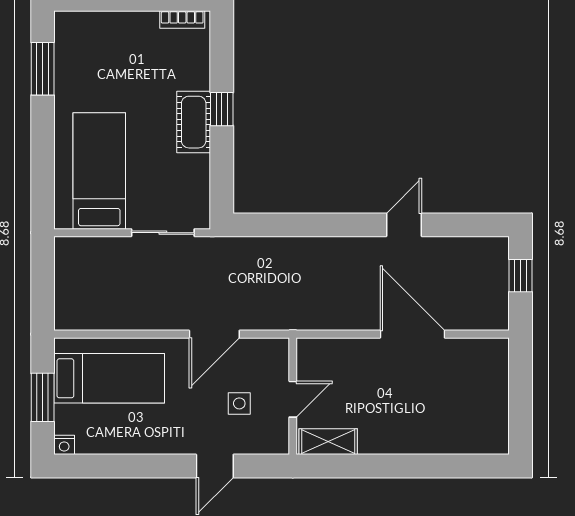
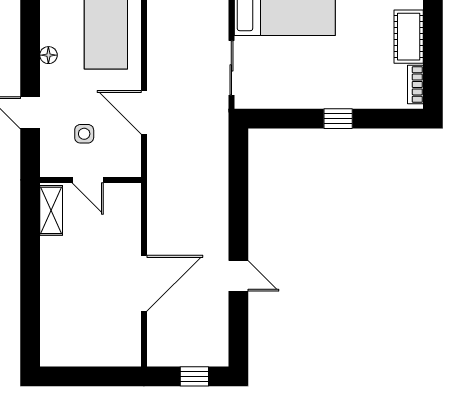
cot: (194, 122) -> (409, 37), moved, turned 90
floor lamp: (148, 445) -> (48, 55), added

